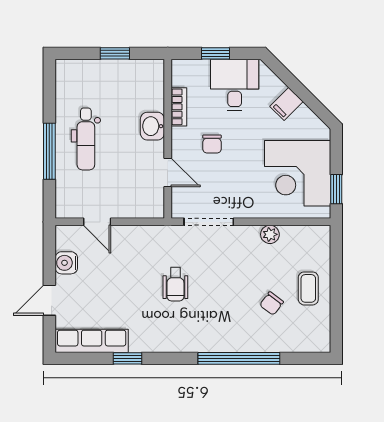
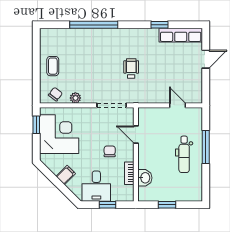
washbasin: (152, 126) -> (145, 178), moved
dental chair: (86, 139) -> (184, 154), turned 180
water cooler: (66, 263) -> (196, 81), removed
chair: (272, 303) -> (55, 94), moved

